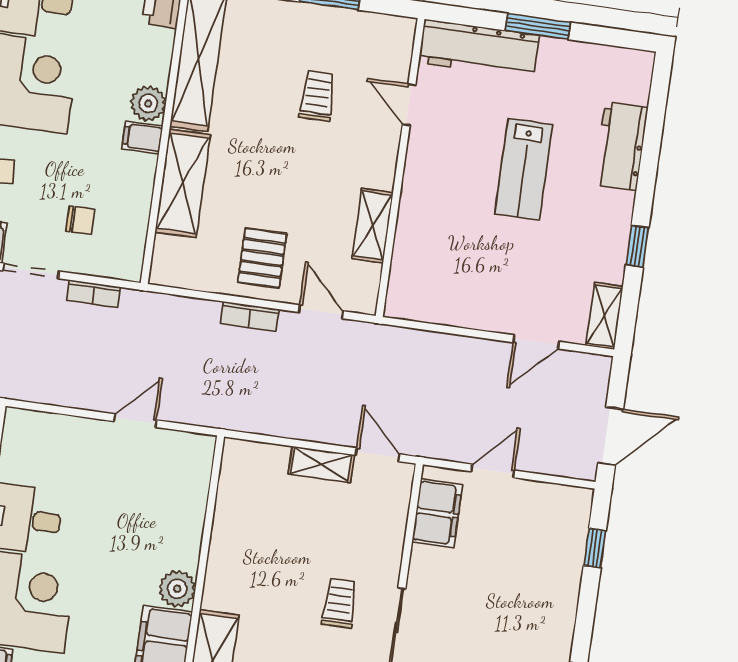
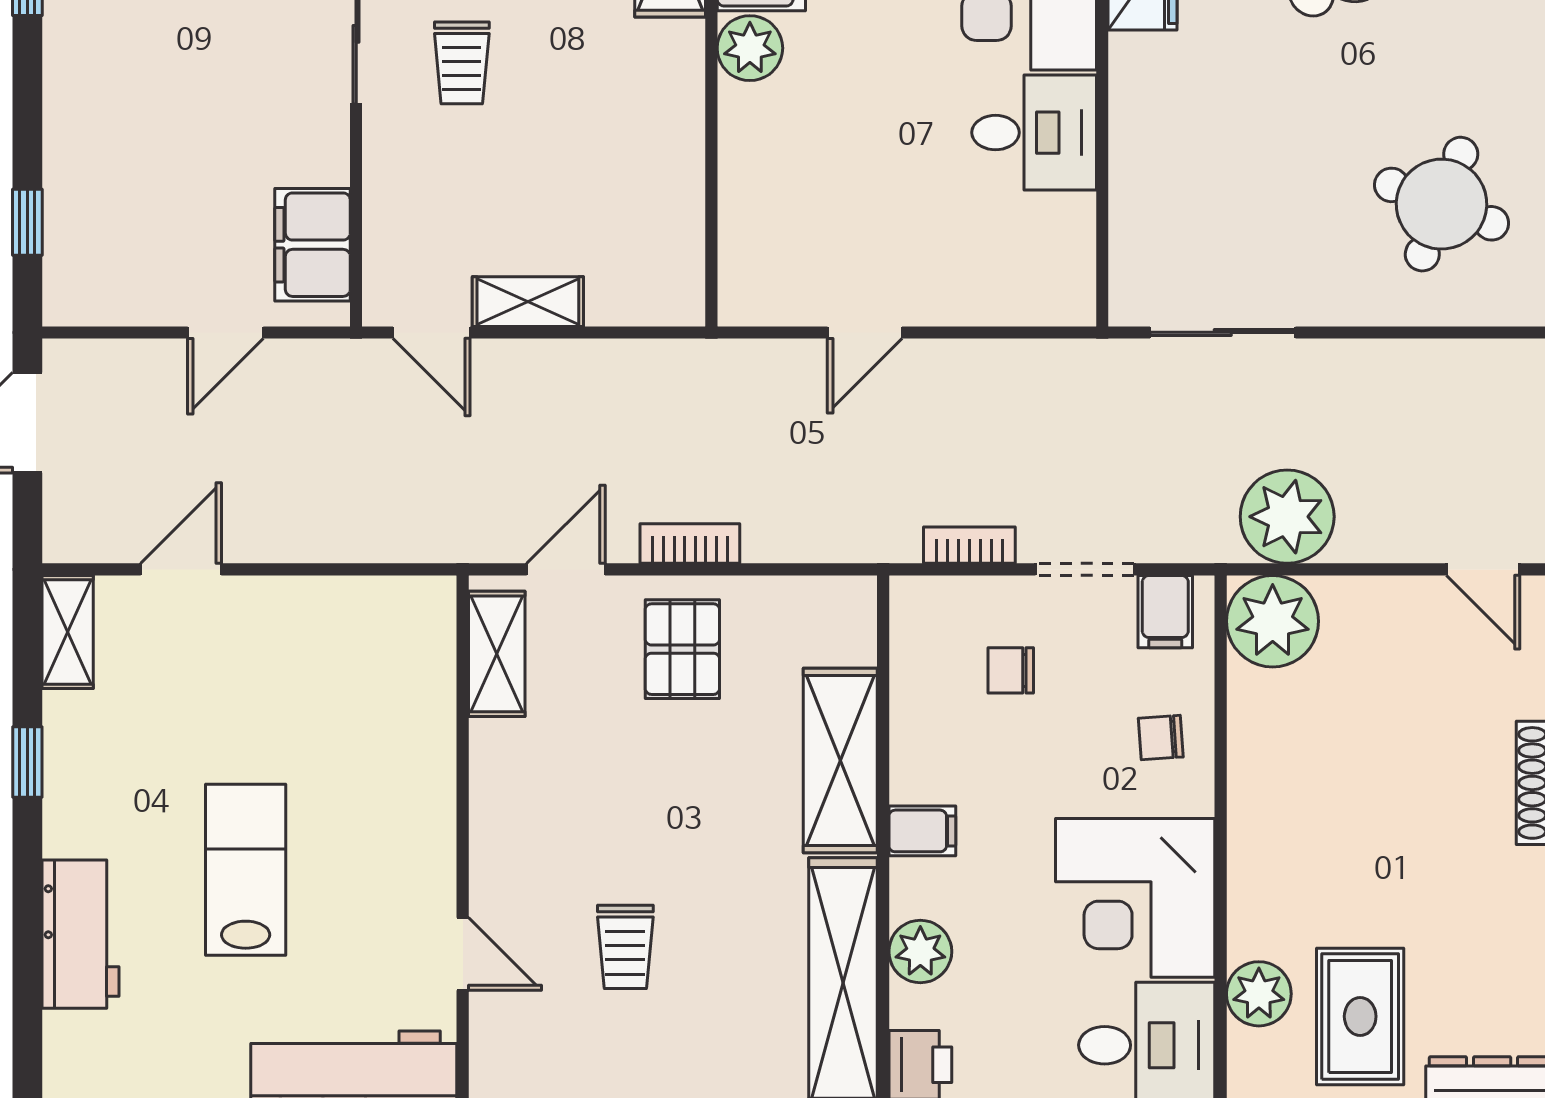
plant: (148, 103) -> (920, 951), moved
shelving: (373, 226) -> (497, 654), moved
door: (321, 312) -> (566, 569), swing flipped

